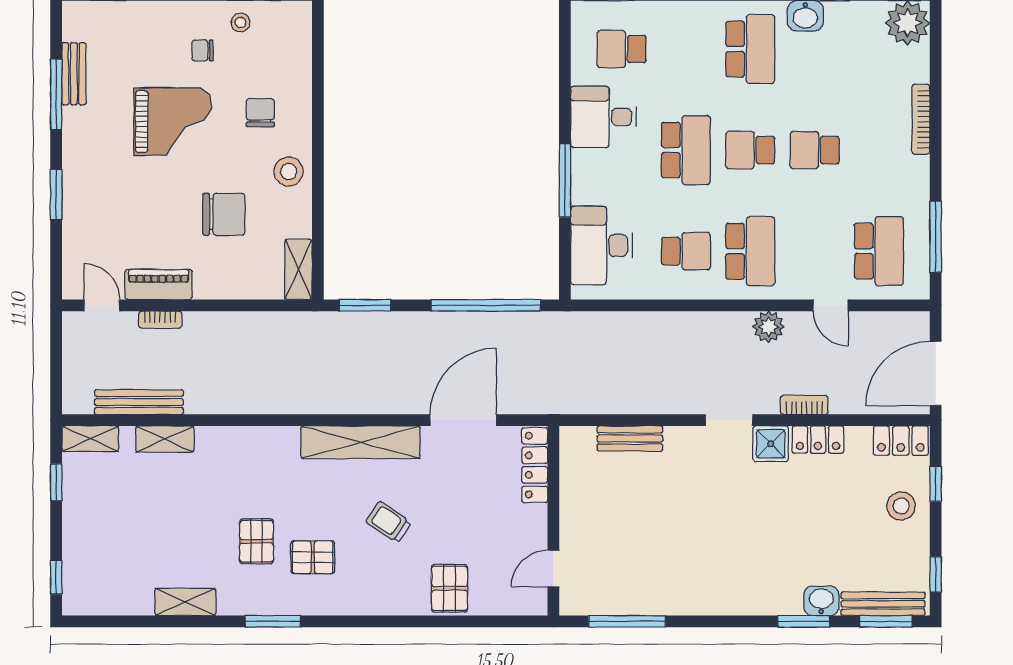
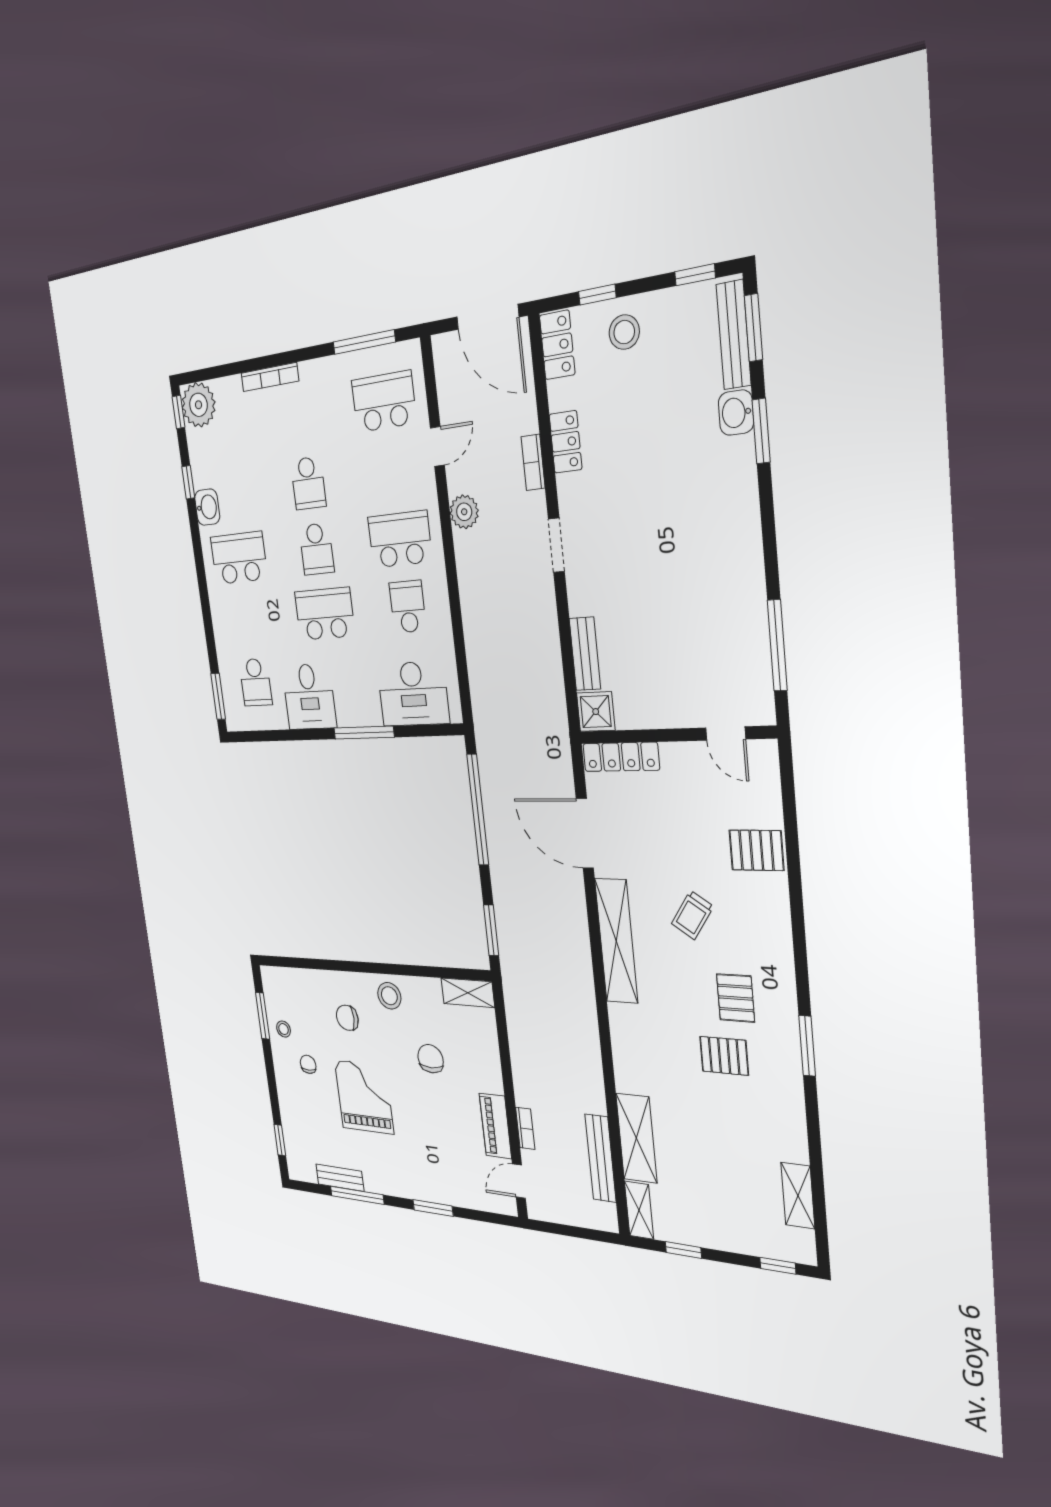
chair: (202, 50) -> (308, 1064), turned 180
chair: (224, 214) -> (431, 1059), width x0.73, depth x0.73
shelving: (165, 439) -> (636, 1138), width x1.50, depth x1.33
shower: (771, 444) -> (596, 712), moved
shelving: (185, 602) -> (798, 1196), moved

